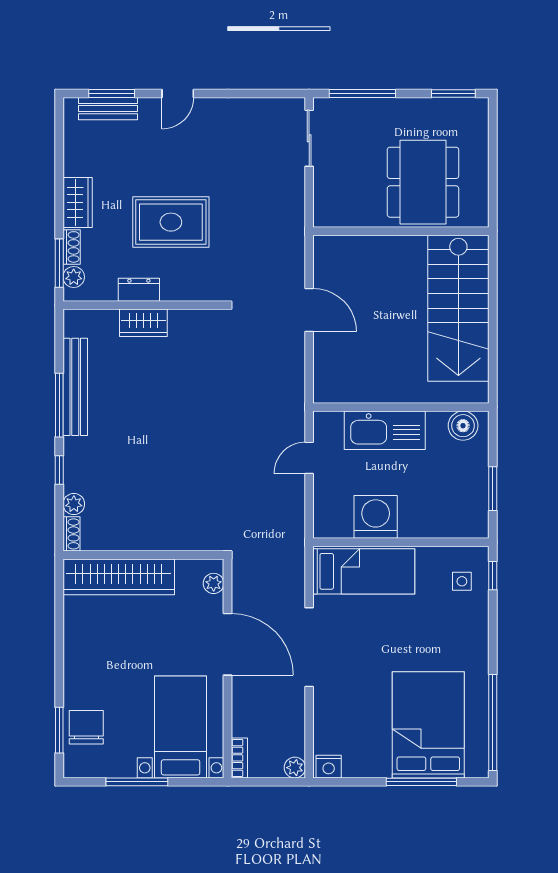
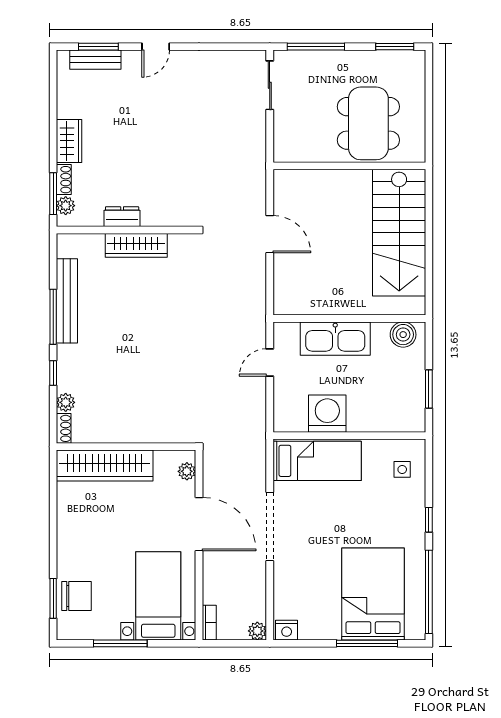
rug: (171, 222) -> (150, 158), removed
wardrobe: (143, 323) -> (136, 245), width x1.50
window: (493, 576) -> (429, 520), moved
chair: (86, 727) -> (76, 596), turned 90

